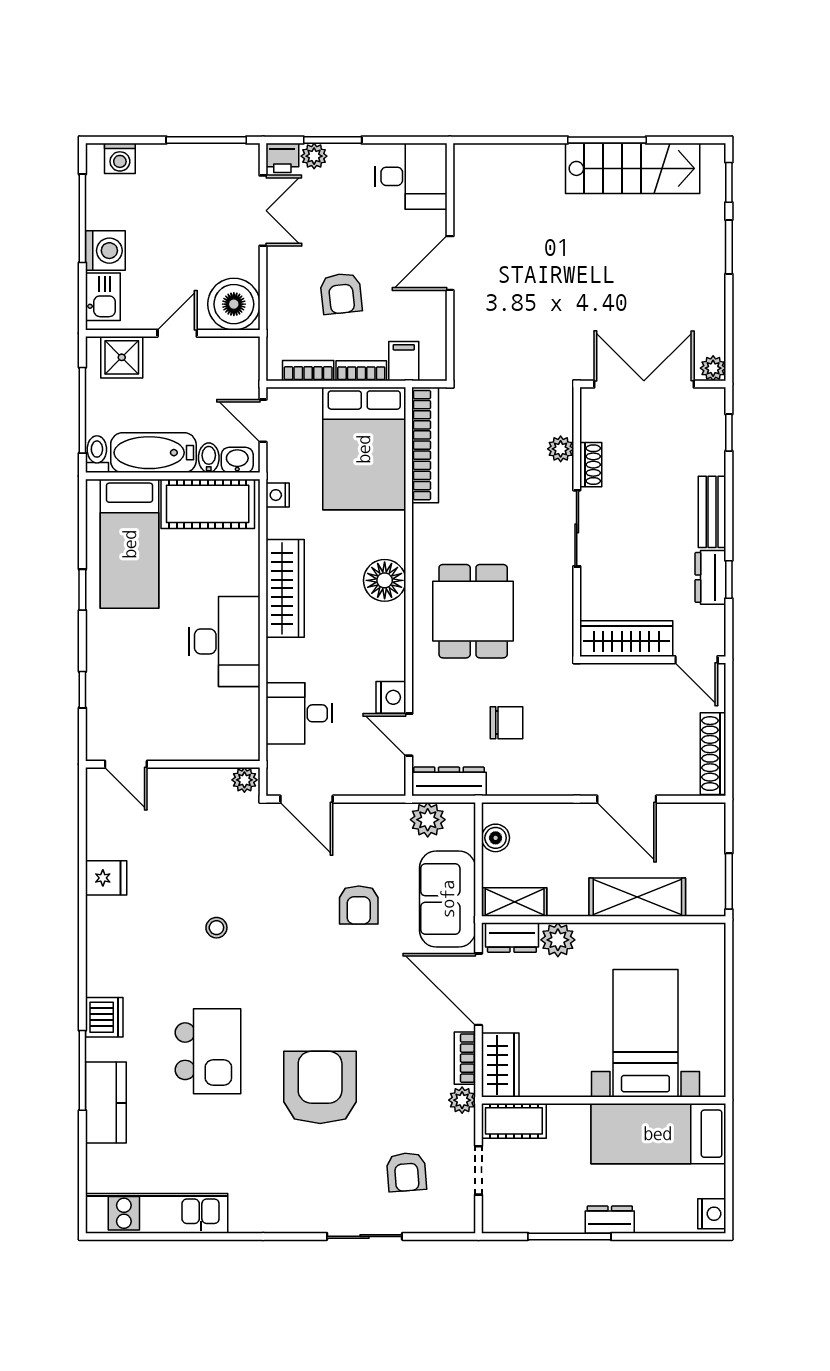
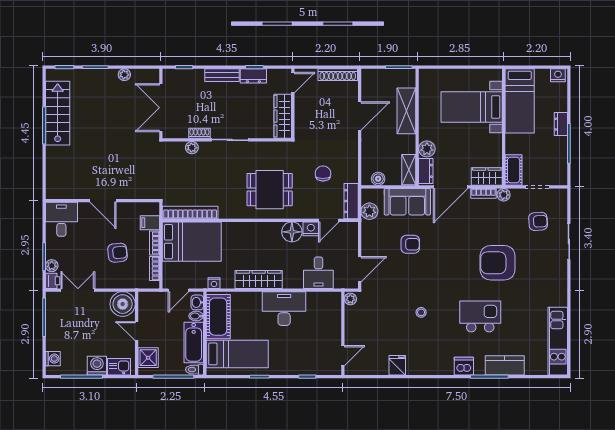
plant: (713, 368) -> (124, 75), moved
floor lamp: (385, 580) -> (292, 232), moved

